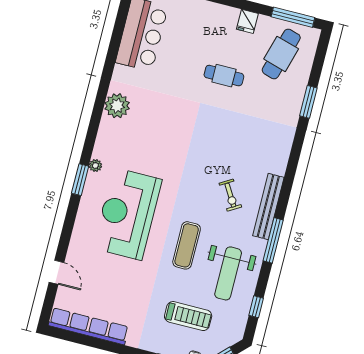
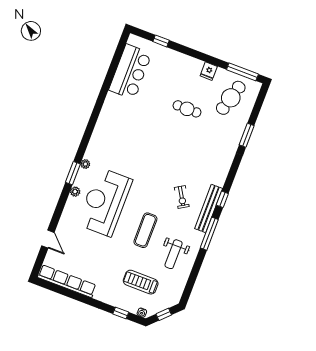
plant: (117, 106) -> (75, 192), moved, width x0.53, depth x0.53
weight bench: (228, 273) -> (174, 254), width x0.73, depth x0.75
window: (256, 307) -> (222, 199), moved
treadmill: (188, 316) -> (141, 282), turned 180

